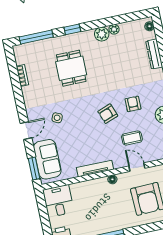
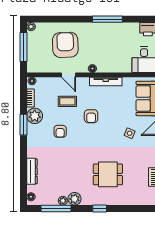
window: (36, 37) -> (56, 209), moved
dining table: (71, 68) -> (108, 174), turned 90
armchair: (108, 114) -> (91, 116), moved, turned 110

